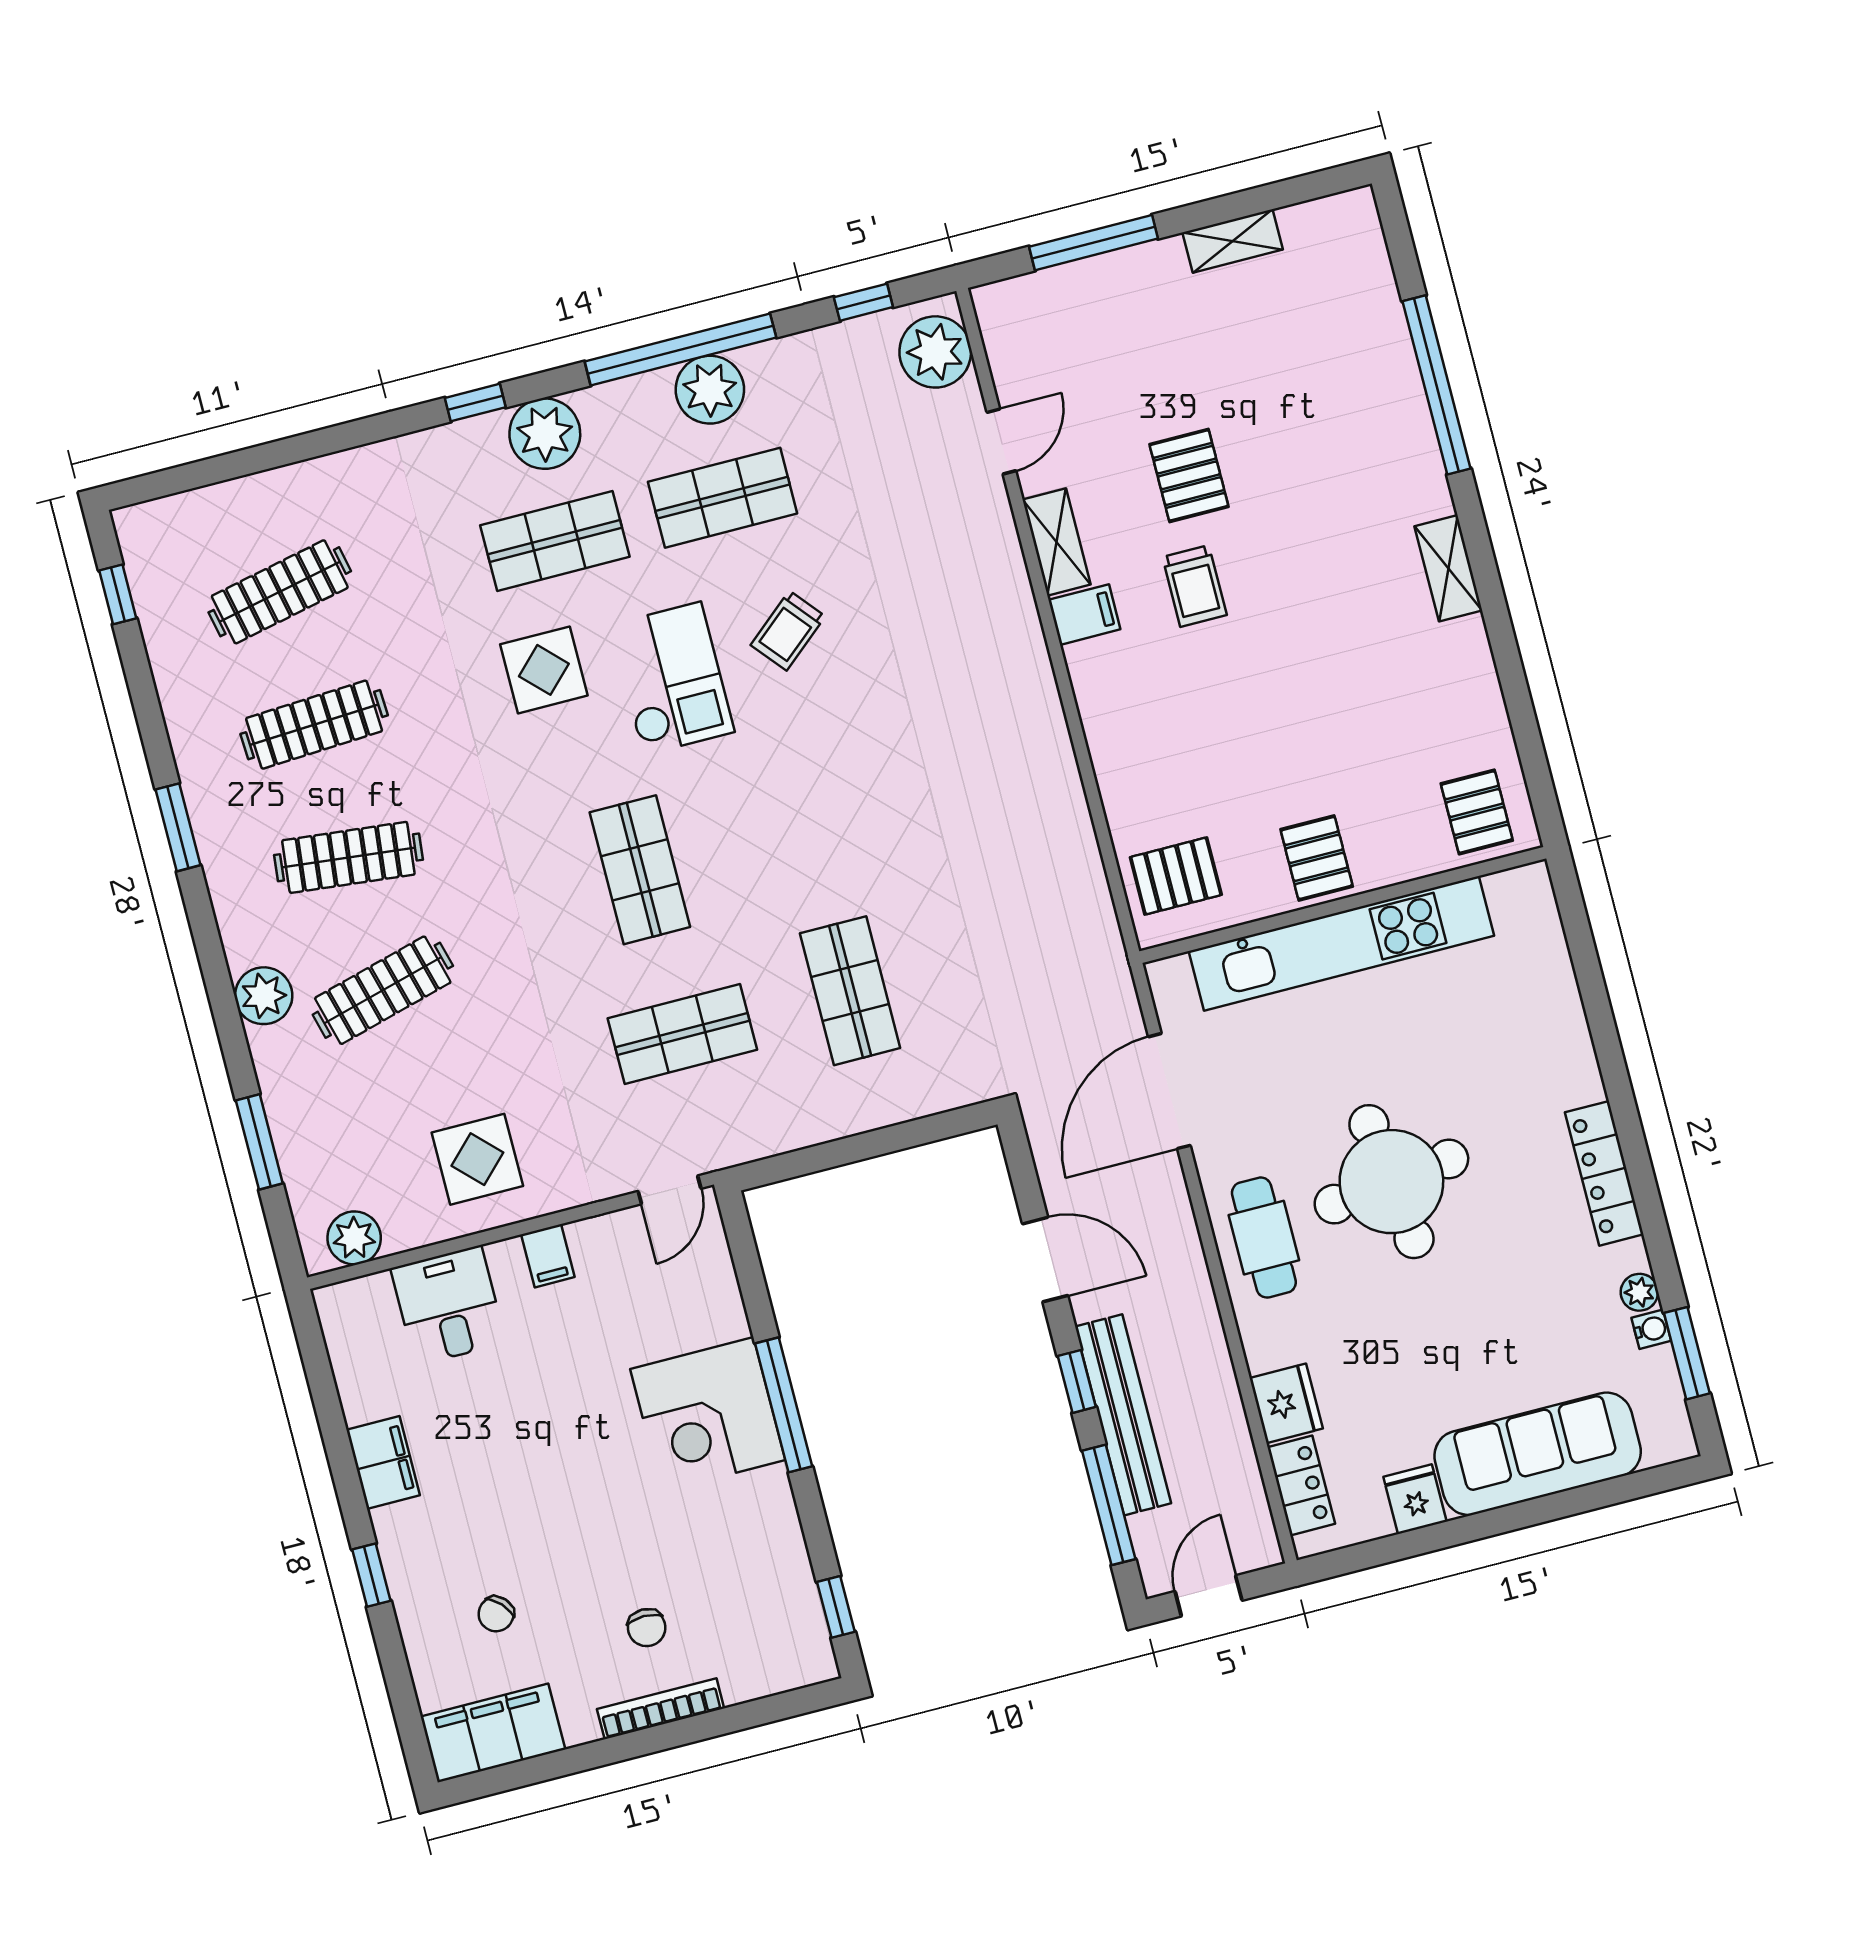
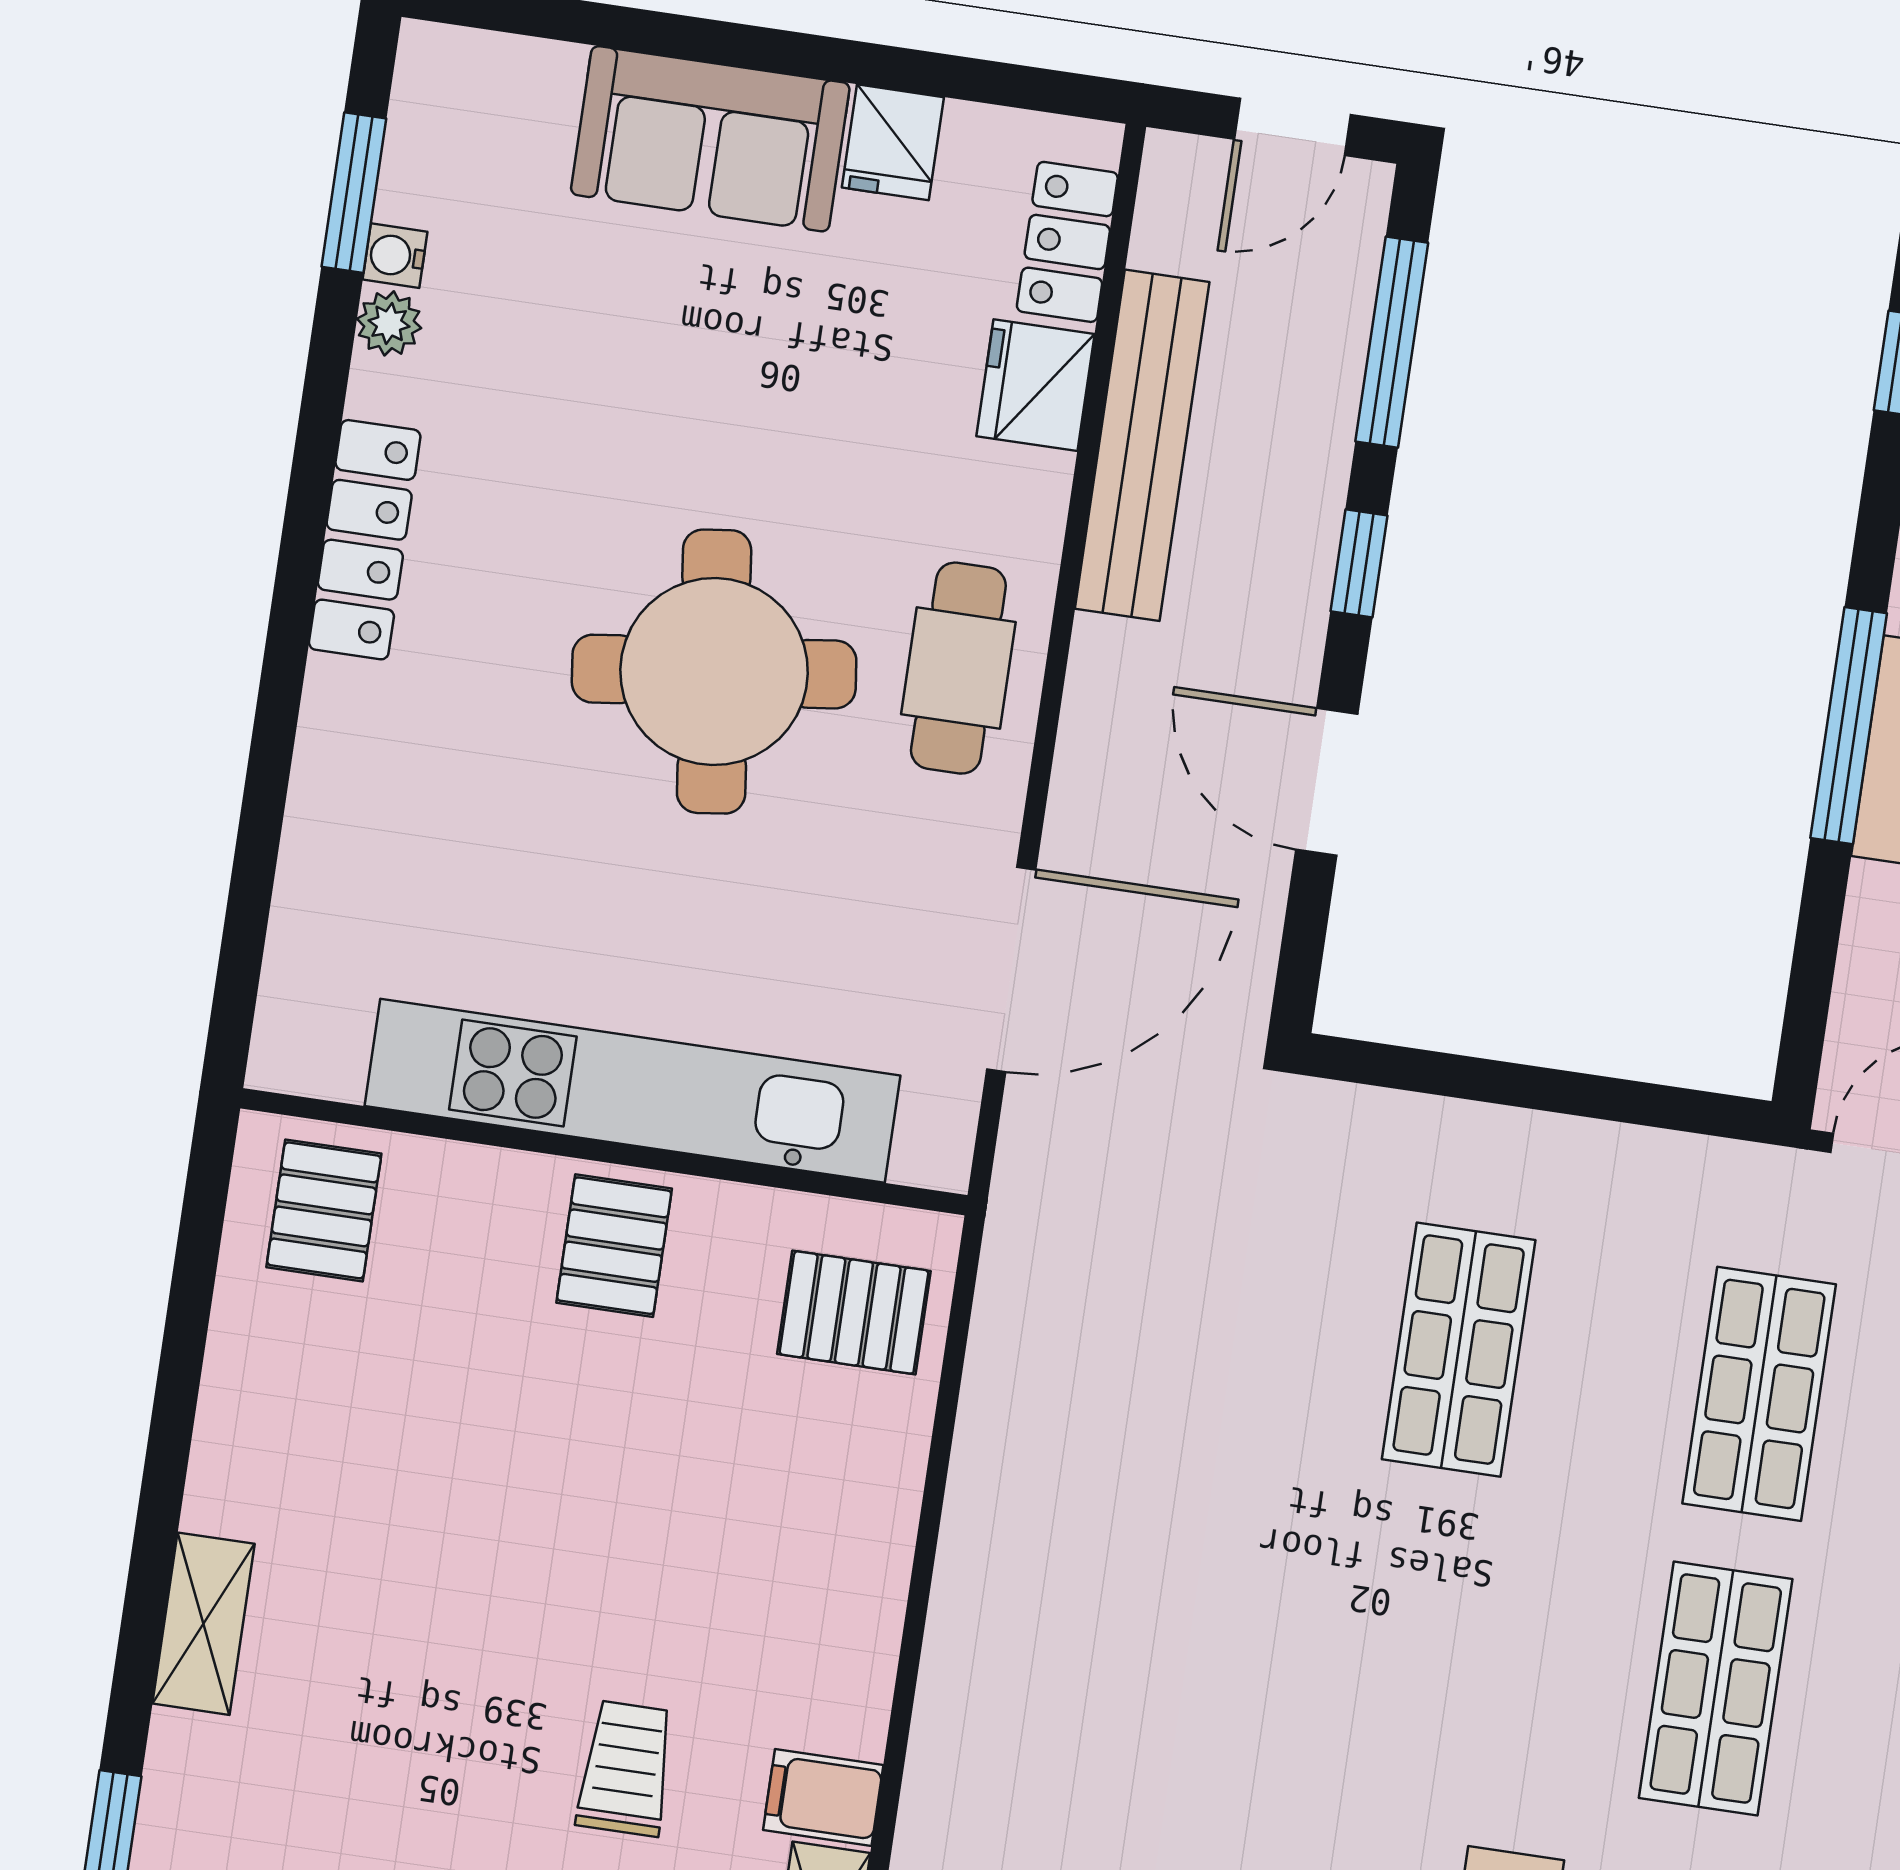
shop shelf: (682, 1034) -> (1759, 1394), turned 90
bench: (1123, 1415) -> (1142, 445), moved
sofa: (1538, 1454) -> (710, 139), width x0.73

